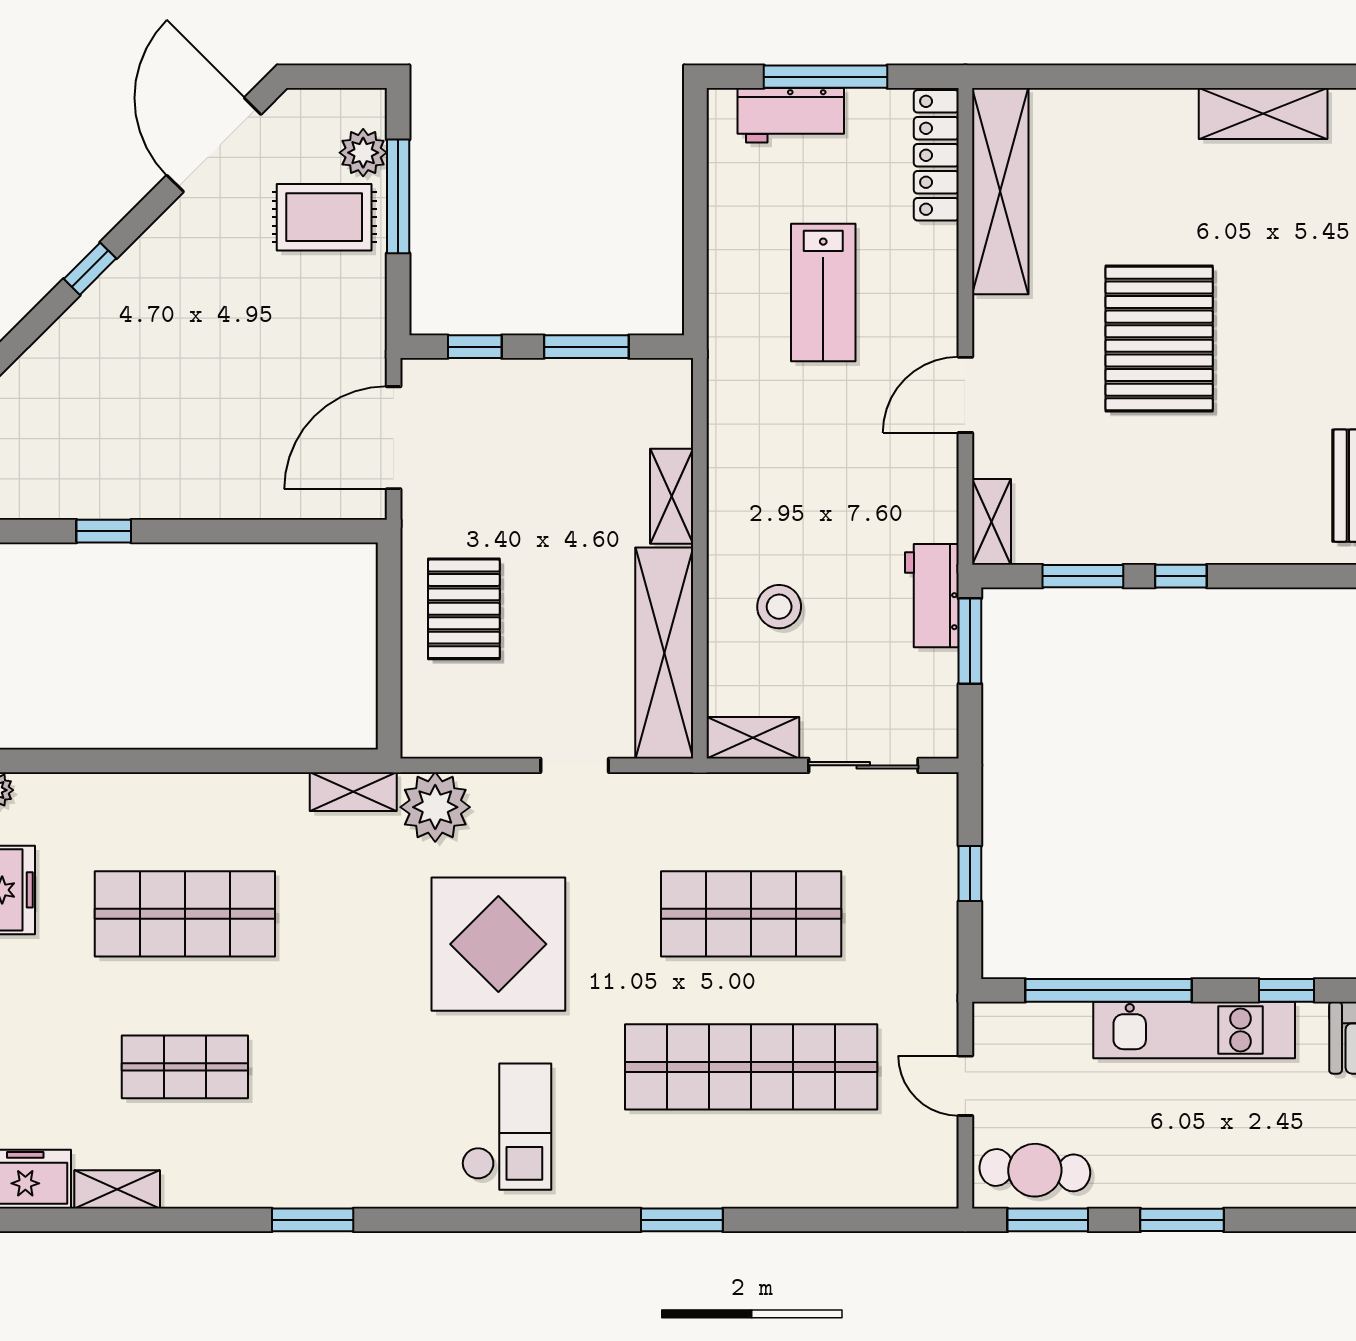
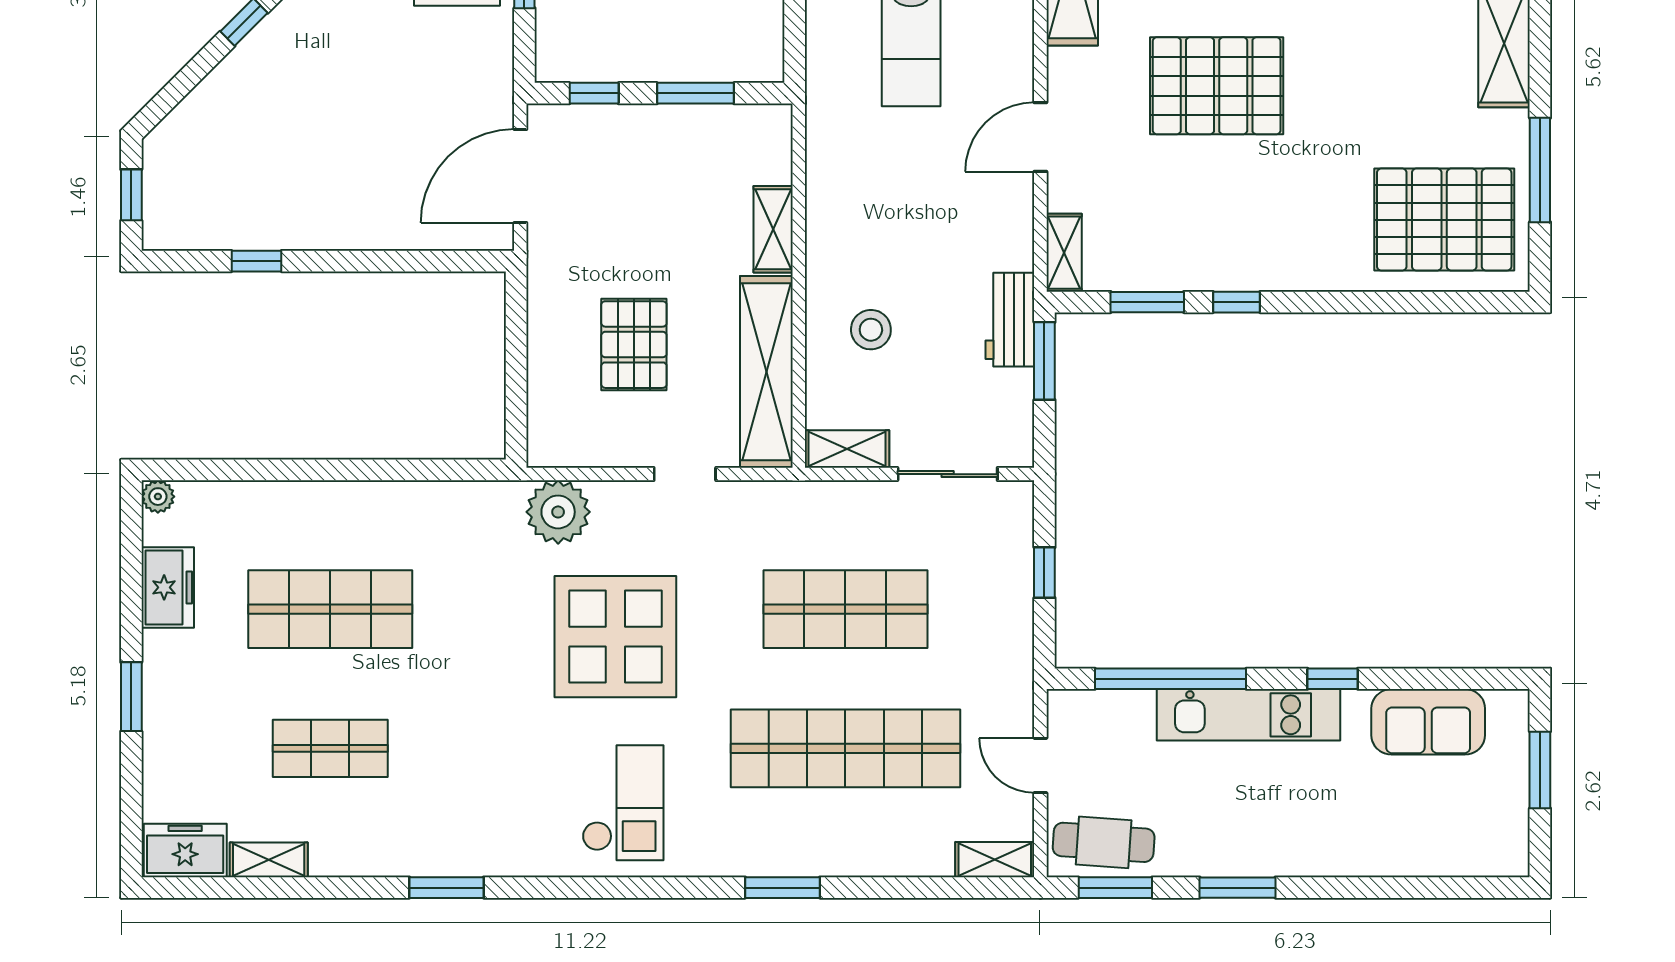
pallet: (1159, 339) -> (1217, 86), turned 90
pallet: (464, 609) -> (634, 345), moved
shelving: (353, 792) -> (995, 860), moved

